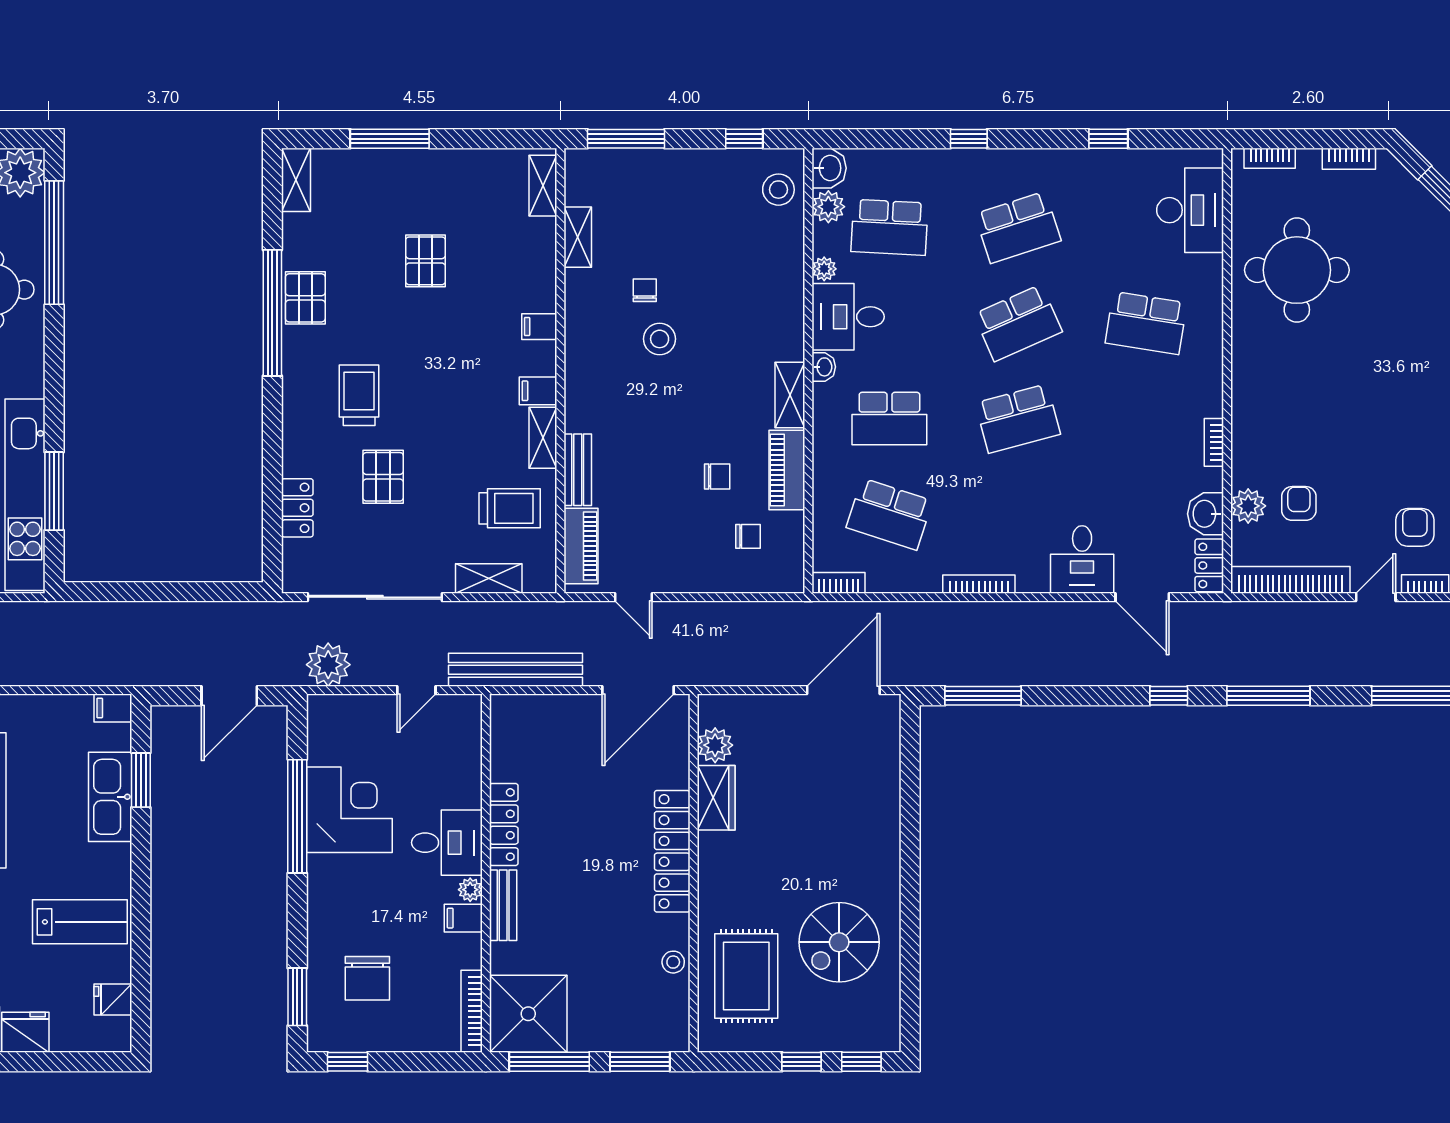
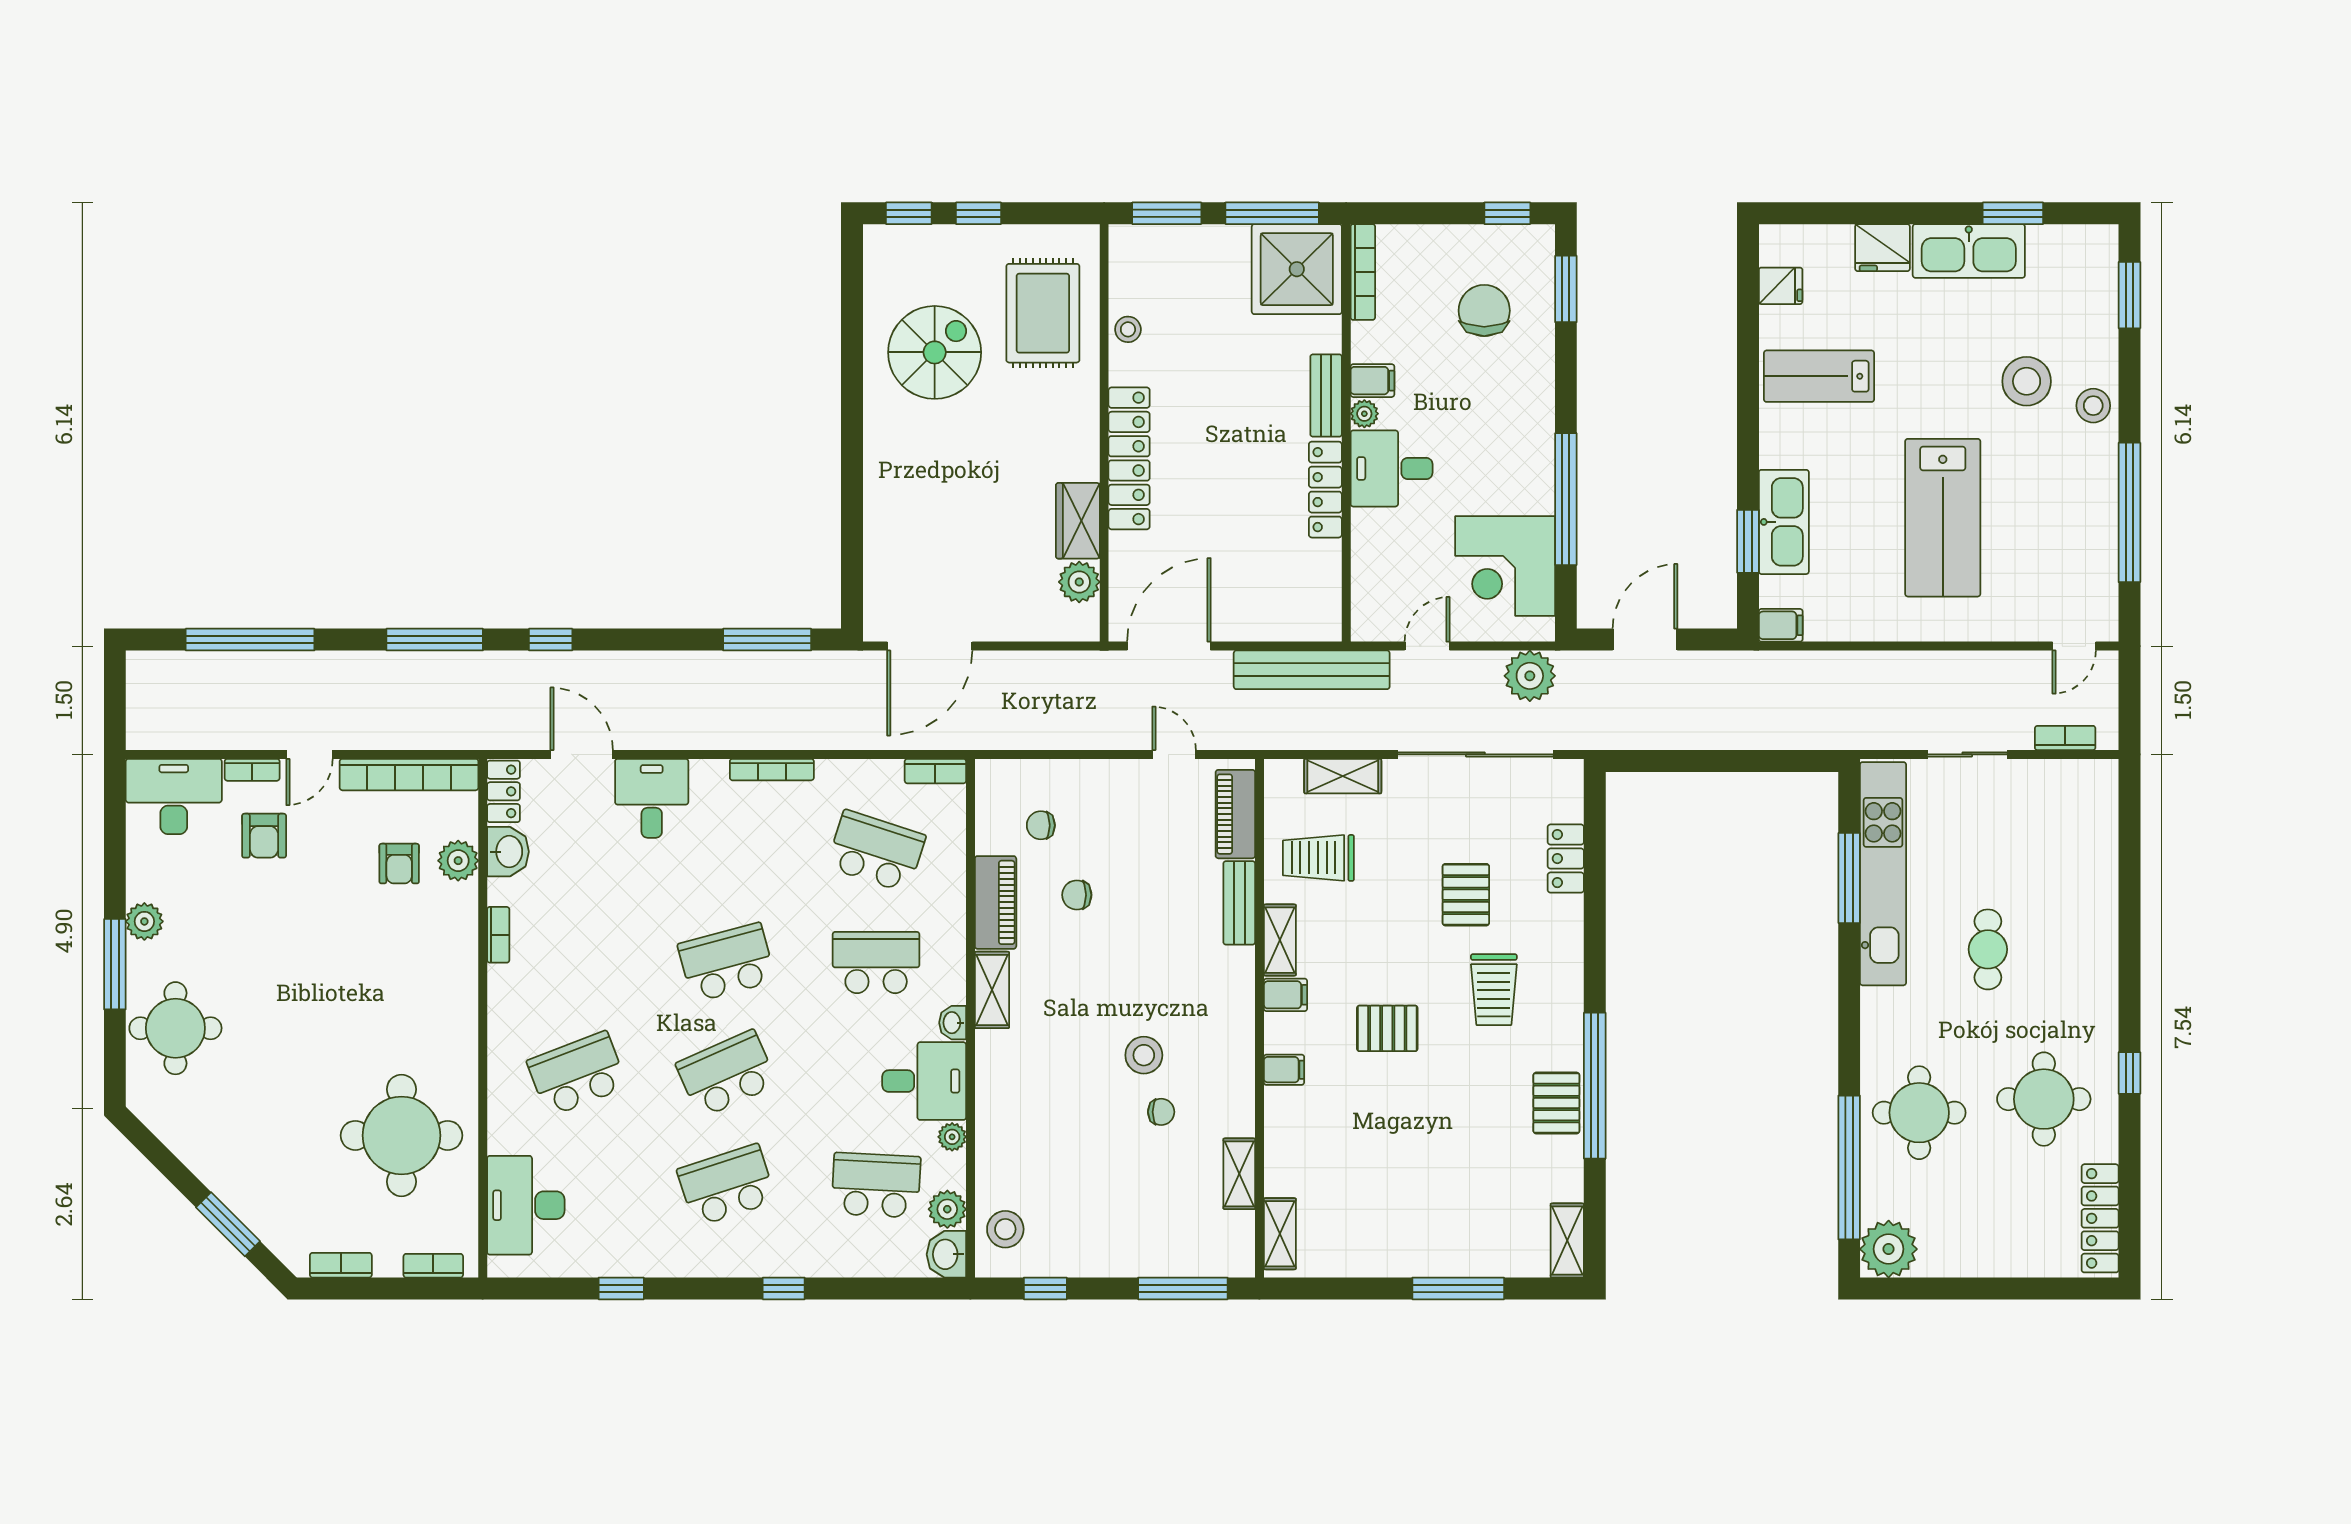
pallet: (426, 261) -> (1387, 1028), moved, turned 90
chair: (645, 290) -> (1161, 1112), turned -90
school desk: (1146, 323) -> (577, 1074), turned -30
corner desk: (349, 810) -> (1505, 566), moved

